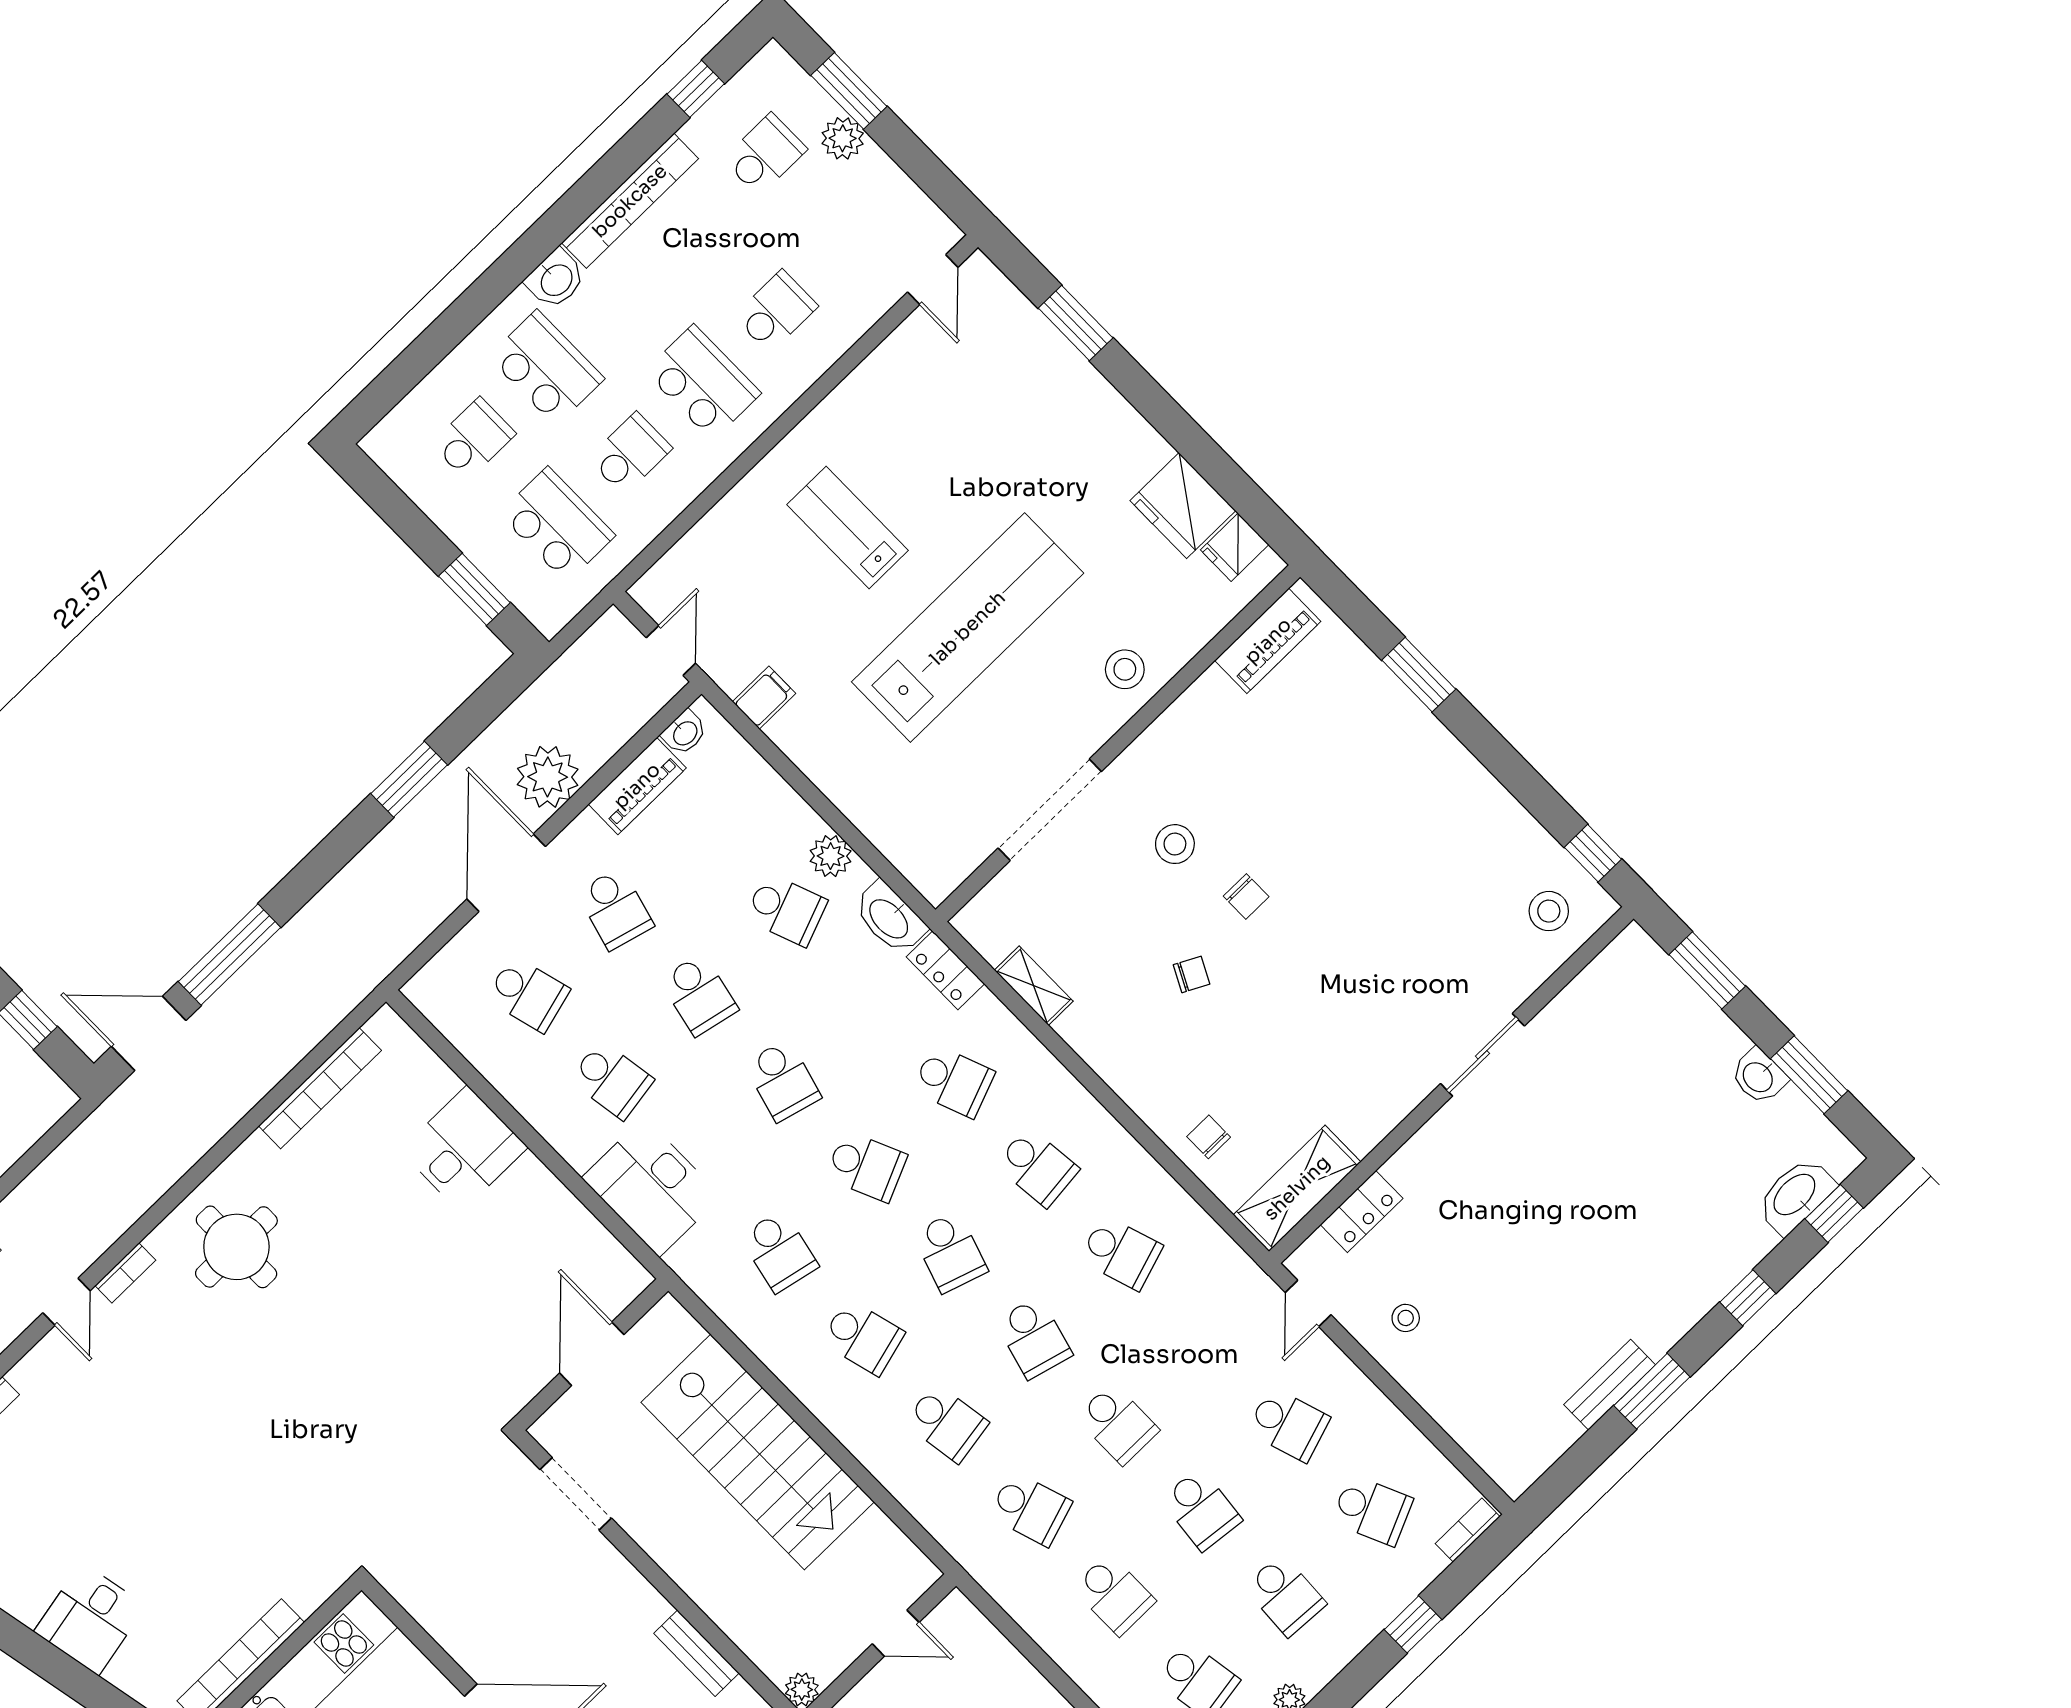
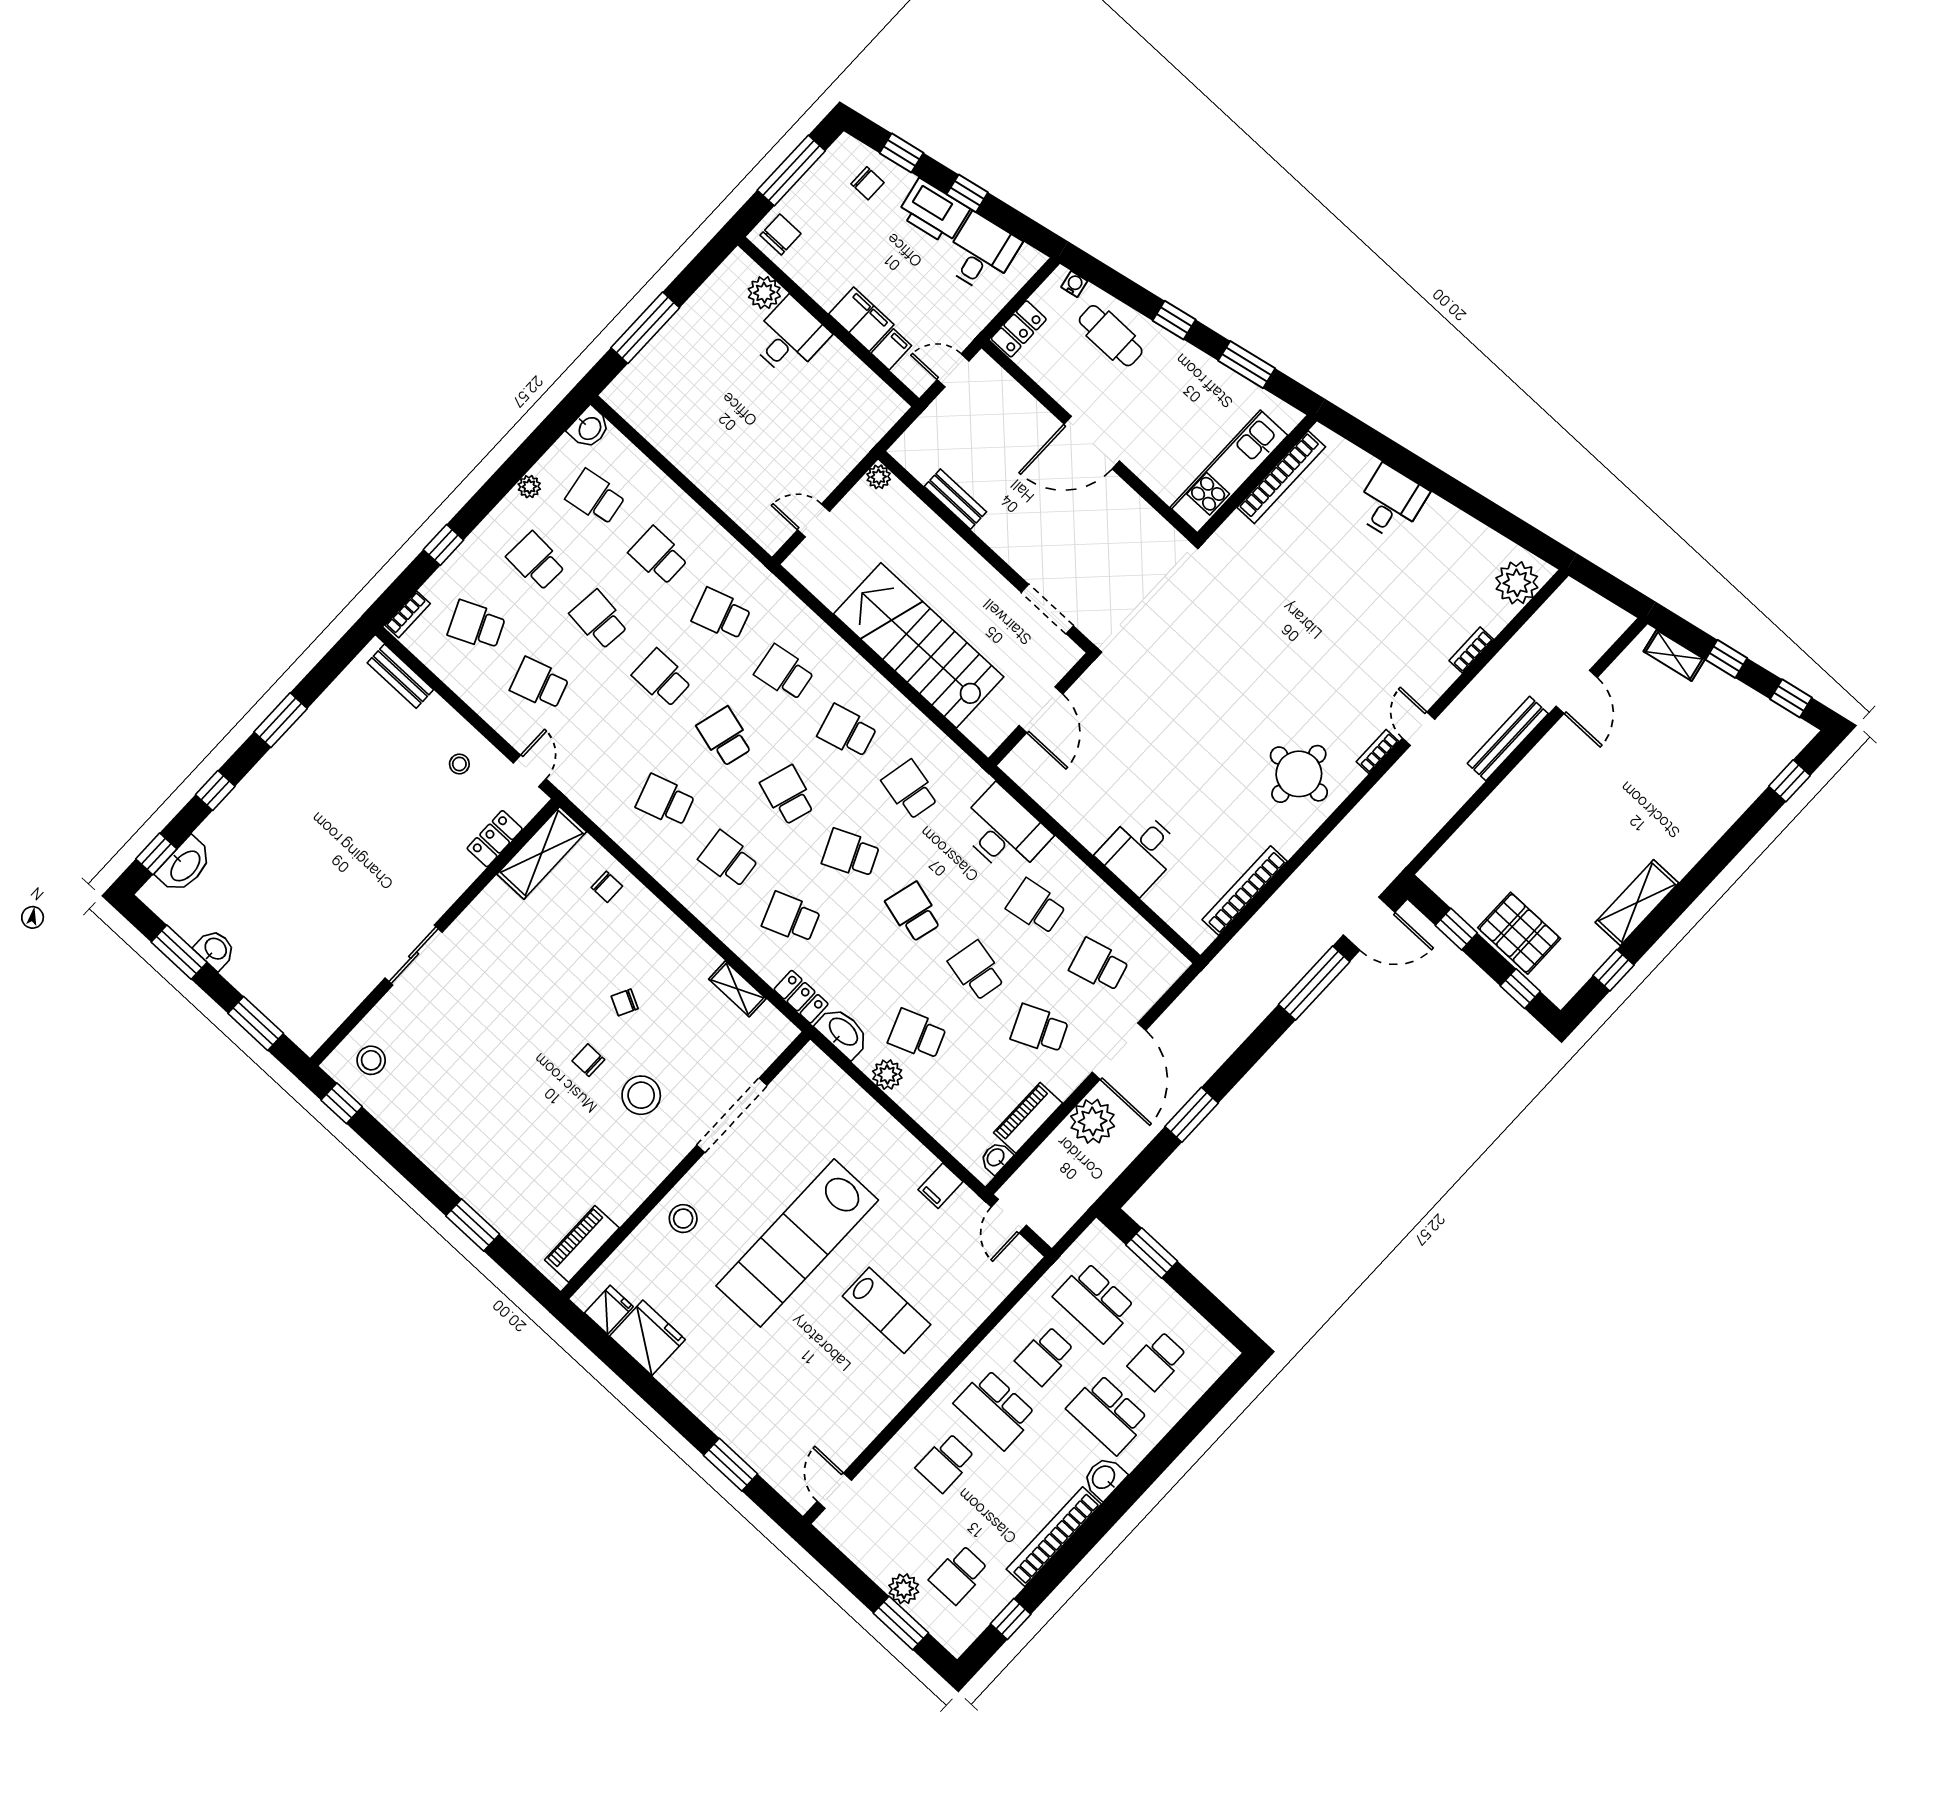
stool: (1175, 844) -> (641, 1095), width x1.38, depth x1.38
school desk: (615, 909) -> (1040, 1029), turned -39
bench: (1610, 1385) -> (400, 676), moved, turned 90

